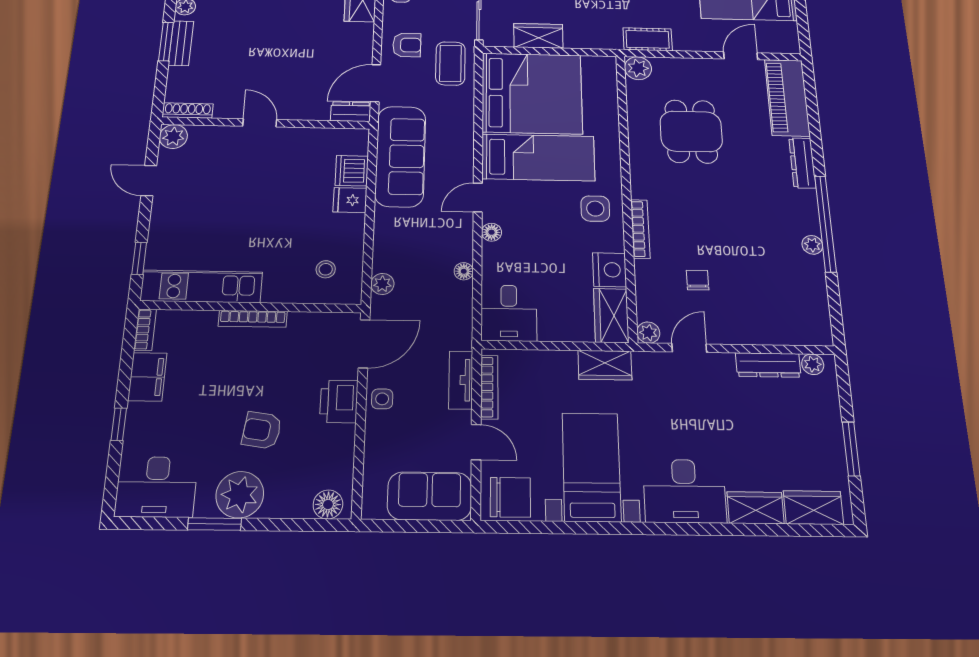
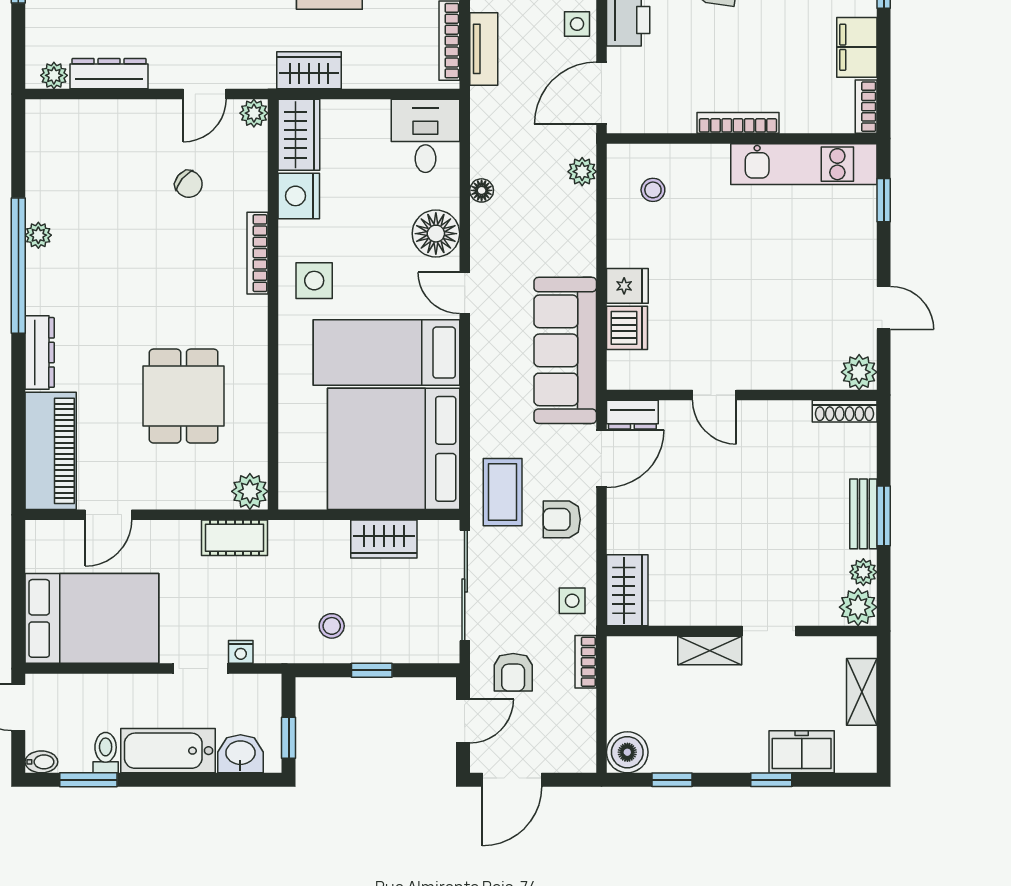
door: (260, 123) -> (714, 395), moved
door: (478, 198) -> (465, 293), swing flipped
floor lamp: (492, 232) -> (436, 234), width x1.89, depth x1.89
chair: (698, 280) -> (189, 184), turned -50

